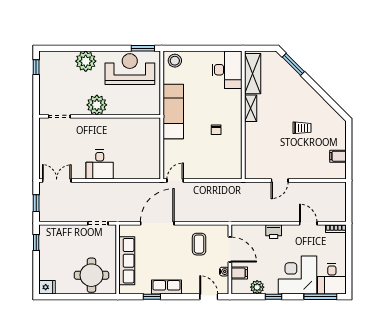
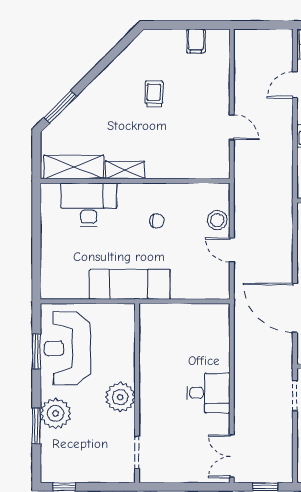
window: (77, 48) -> (36, 426), added
window: (143, 48) -> (36, 352), moved
stool: (175, 61) -> (217, 220), moved
desk: (227, 70) -> (89, 205), moved
door: (175, 180) -> (232, 250), moved

